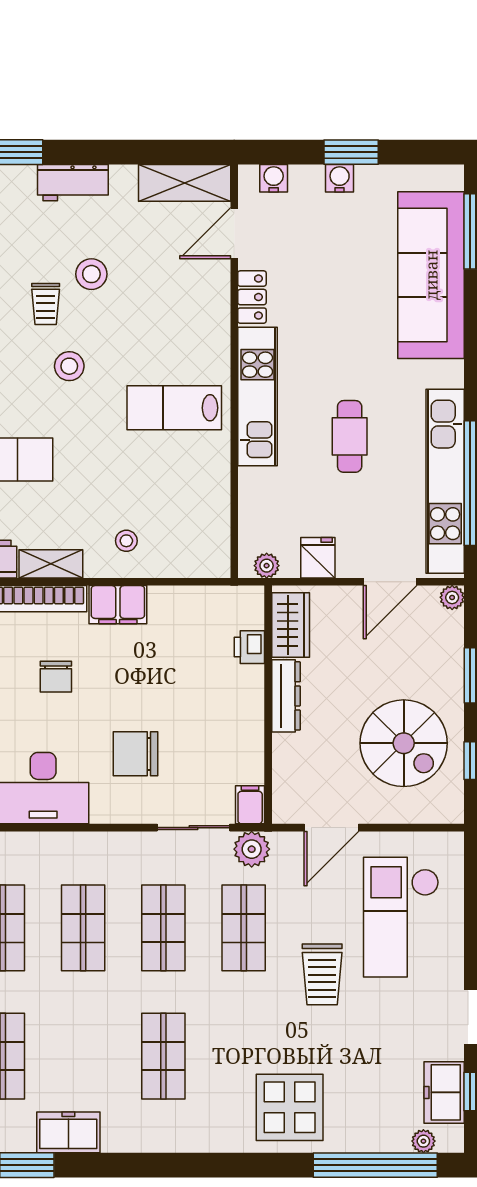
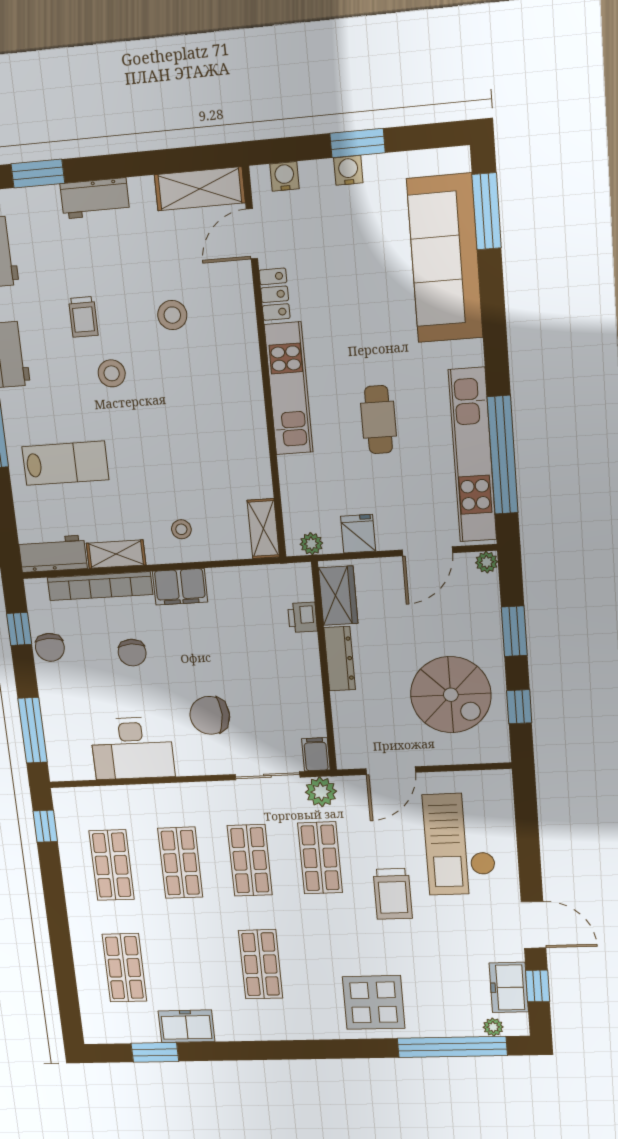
stool: (91, 274) -> (172, 315), moved
lab bench: (174, 408) -> (212, 405), removed
shelving: (216, 546) -> (263, 529), added

